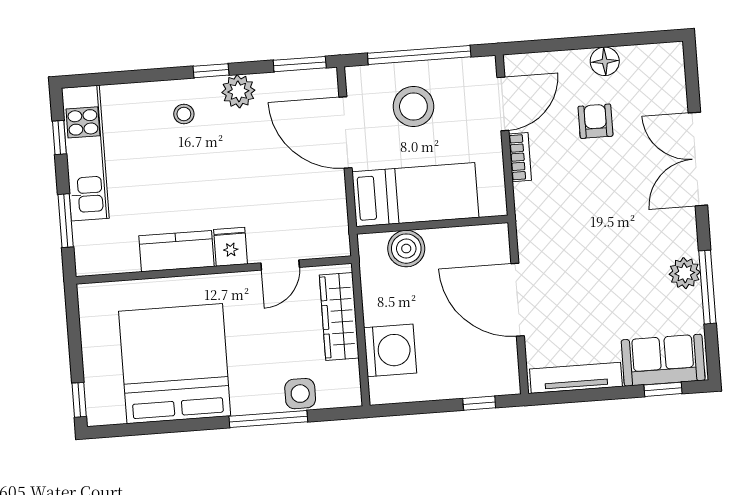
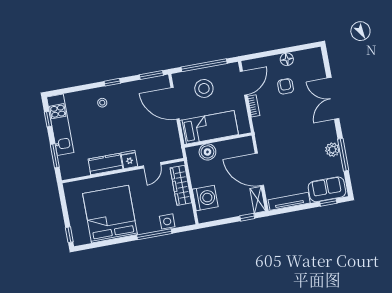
plant: (238, 91) -> (125, 90), removed
shelving: (506, 367) -> (258, 200), added

